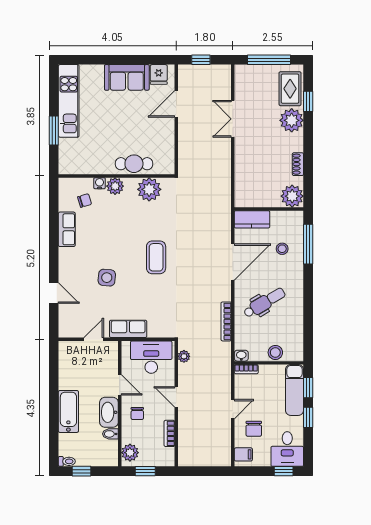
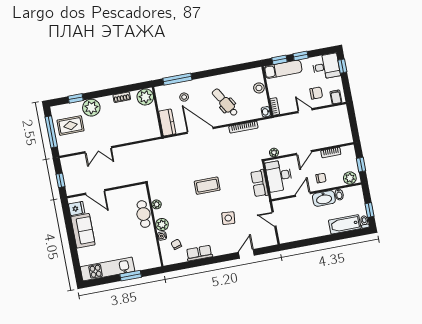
rug: (290, 89) -> (70, 125), moved
plant: (149, 189) -> (157, 204), width x0.53, depth x0.53
row of seats: (128, 329) -> (260, 183), moved
bathtub: (68, 411) -> (345, 224), moved

